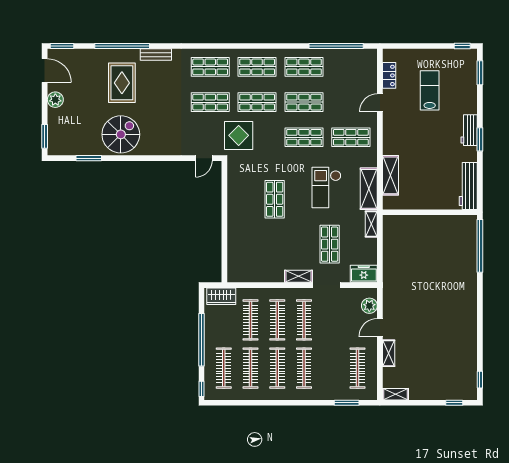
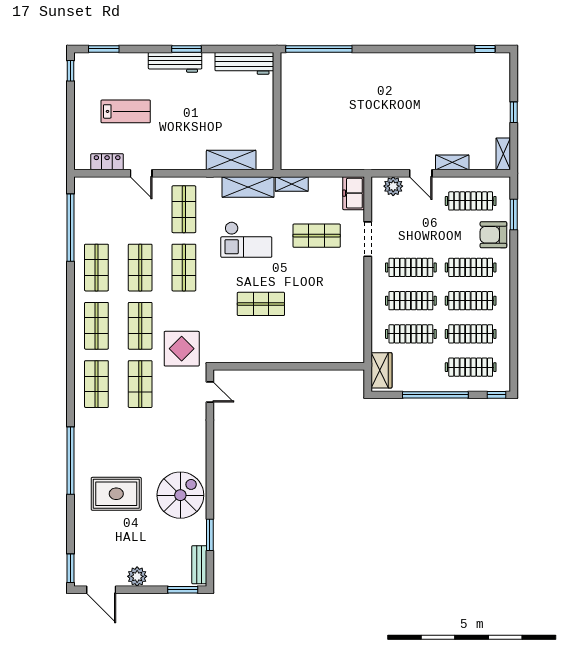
window: (122, 46) -> (70, 461), moved
bench: (156, 55) -> (199, 565), moved
door: (45, 71) -> (101, 590), swing flipped
lab bench: (430, 90) -> (126, 111), turned 180
workbench: (469, 130) -> (175, 62), width x1.37
spiral stairs: (121, 134) -> (180, 495), turned 90
shelving: (298, 276) -> (357, 274), removed
armchair: (330, 386) -> (493, 235), added
window: (454, 403) -> (514, 112), moved

